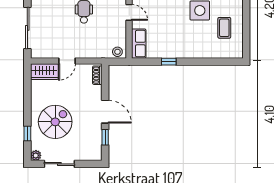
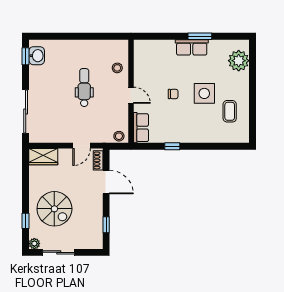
chair: (170, 11) -> (173, 94), added
door: (67, 61) -> (82, 146), moved
door: (105, 112) -> (106, 182), moved
spiral stairs: (55, 122) -> (54, 209), turned 90

